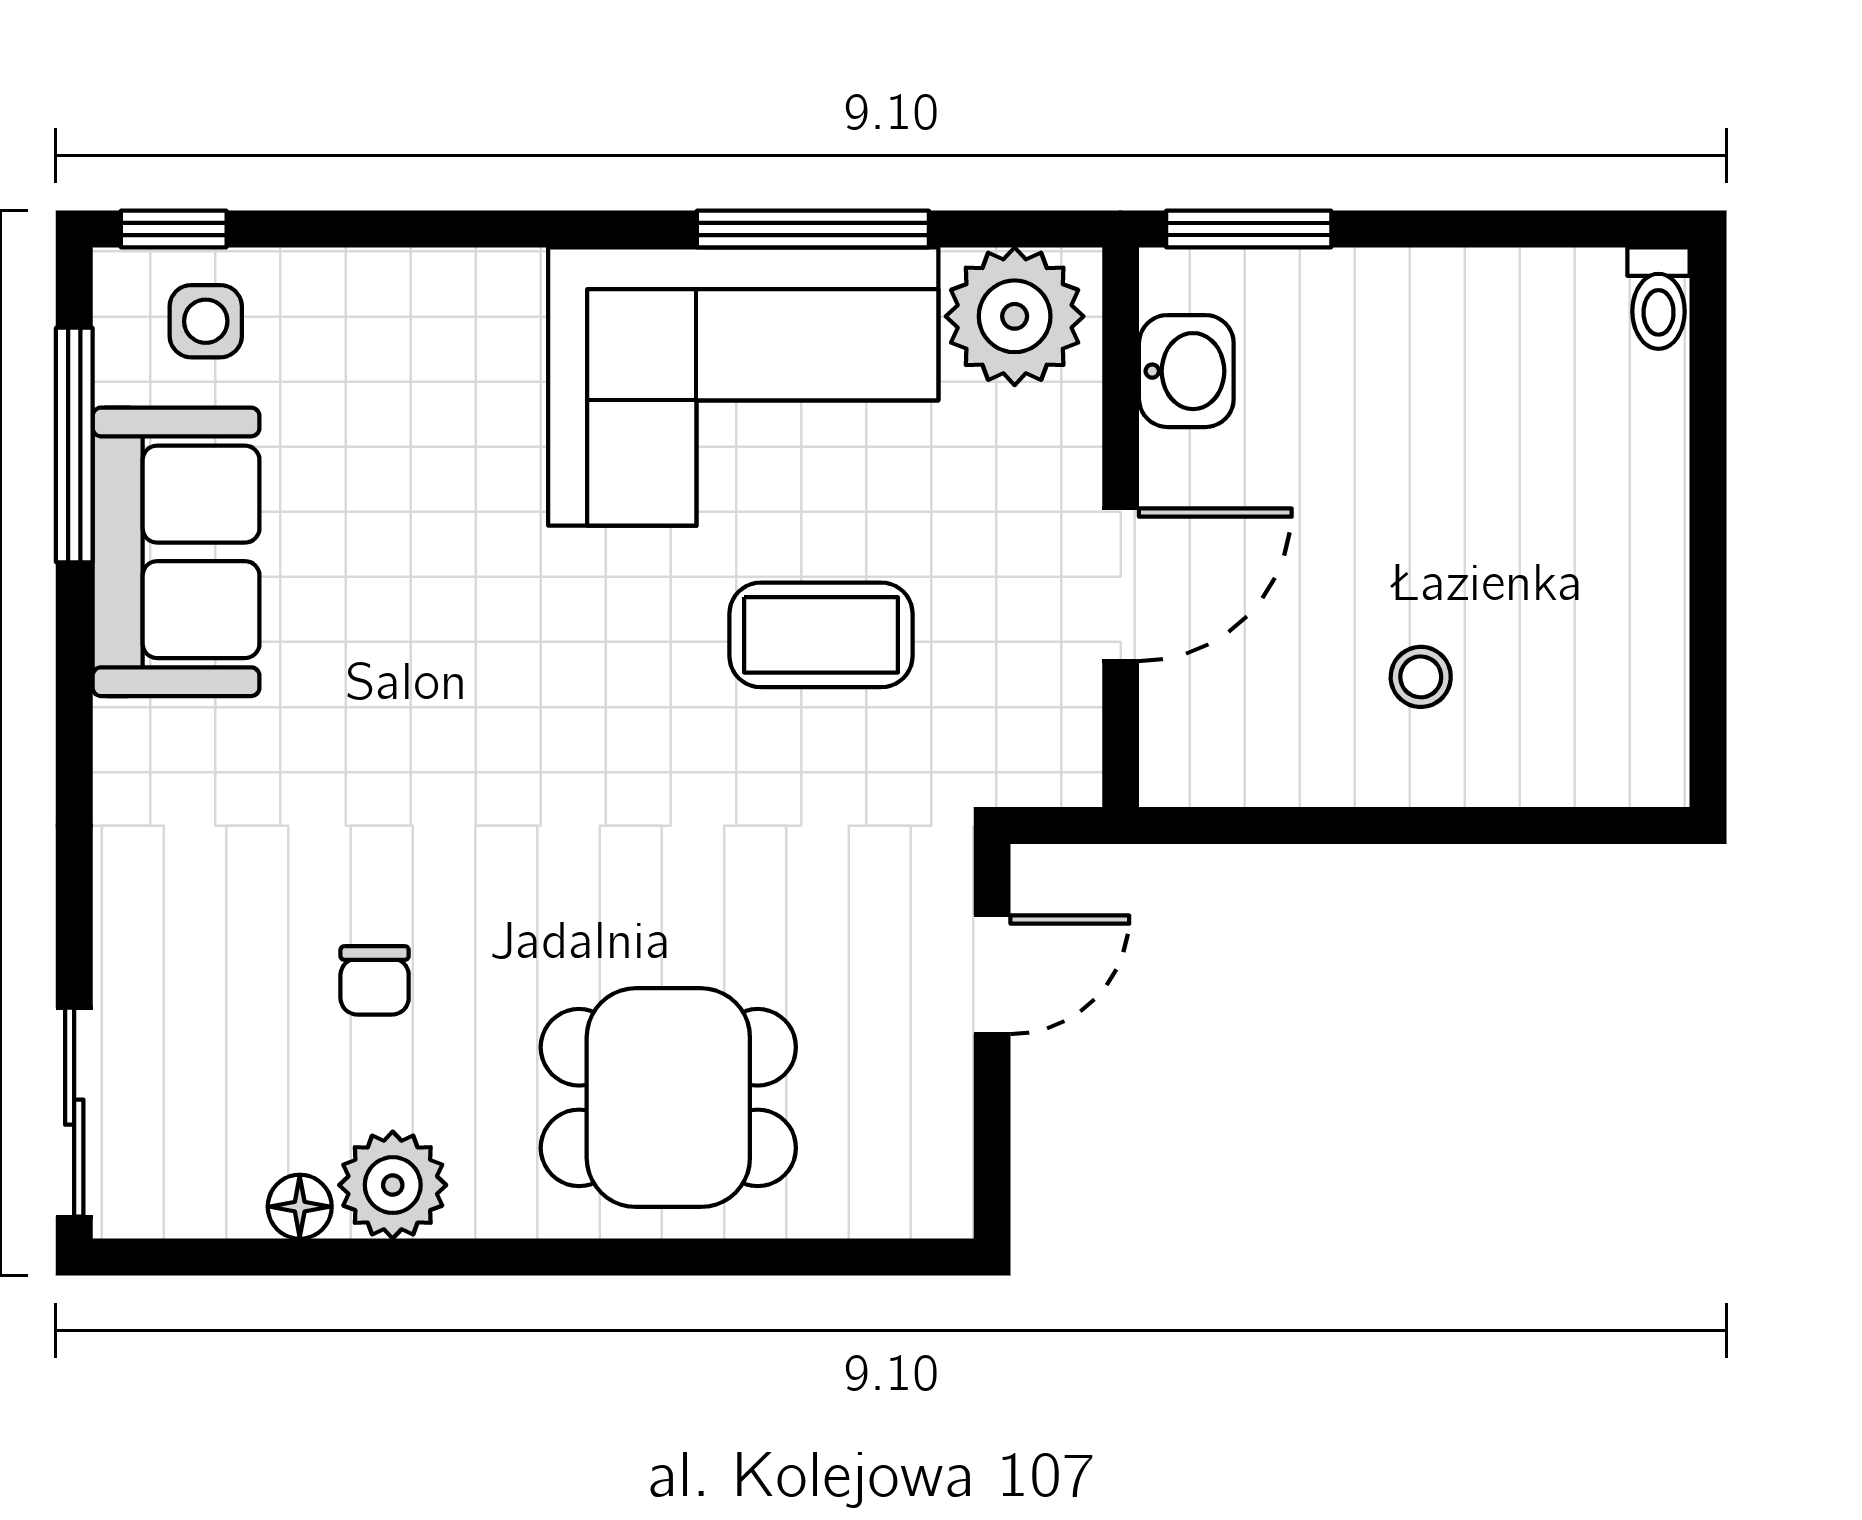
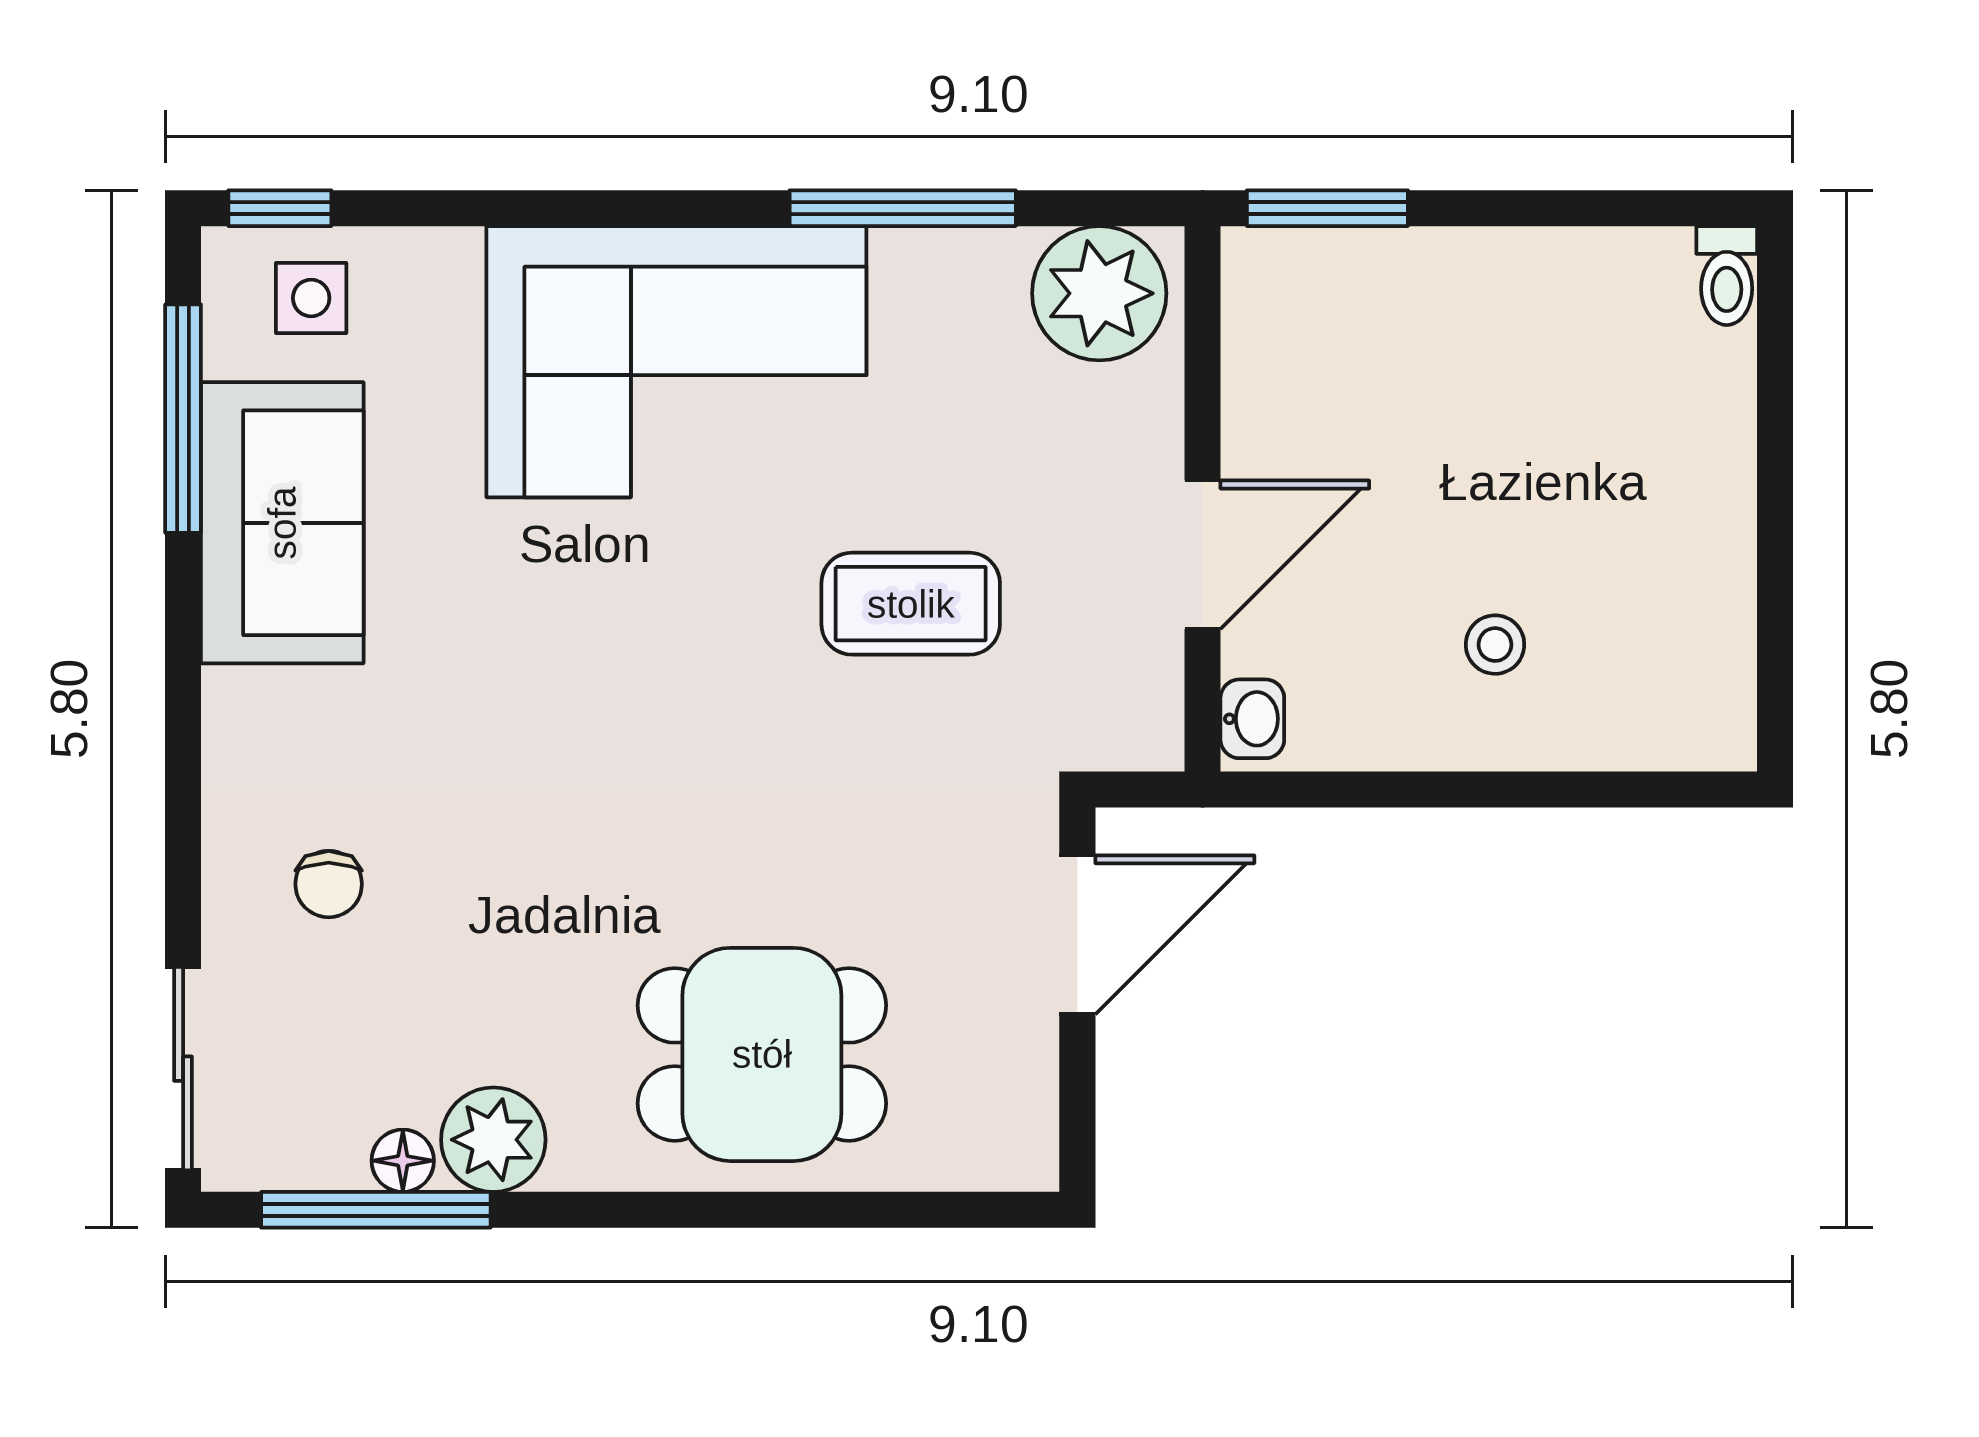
washbasin: (1186, 371) -> (1252, 719), moved, width x0.72, depth x0.69
corner sofa: (743, 387) -> (676, 362), moved
door: (992, 975) -> (1077, 935), width x1.38
chair: (375, 980) -> (329, 884), moved
window: (272, 1257) -> (376, 1210), added

